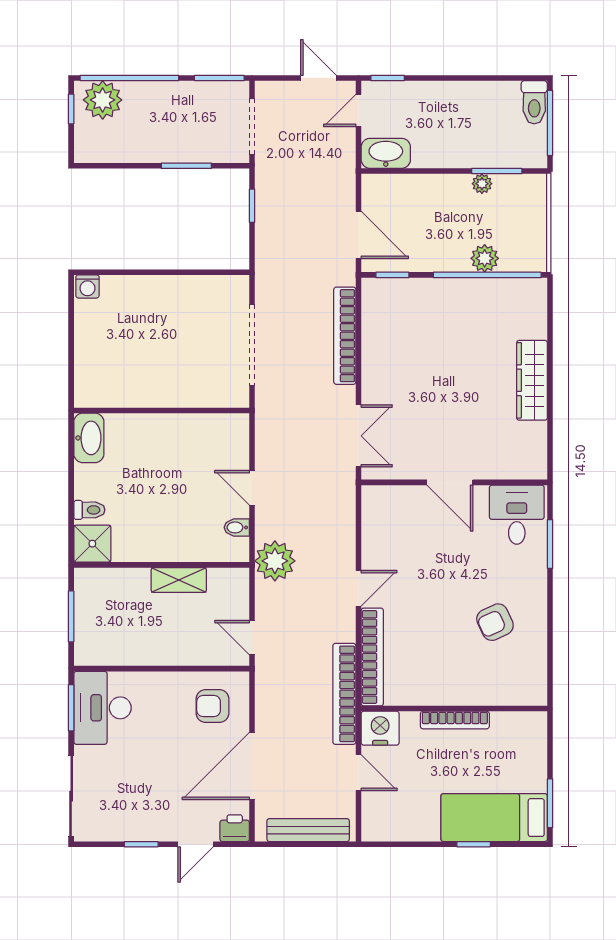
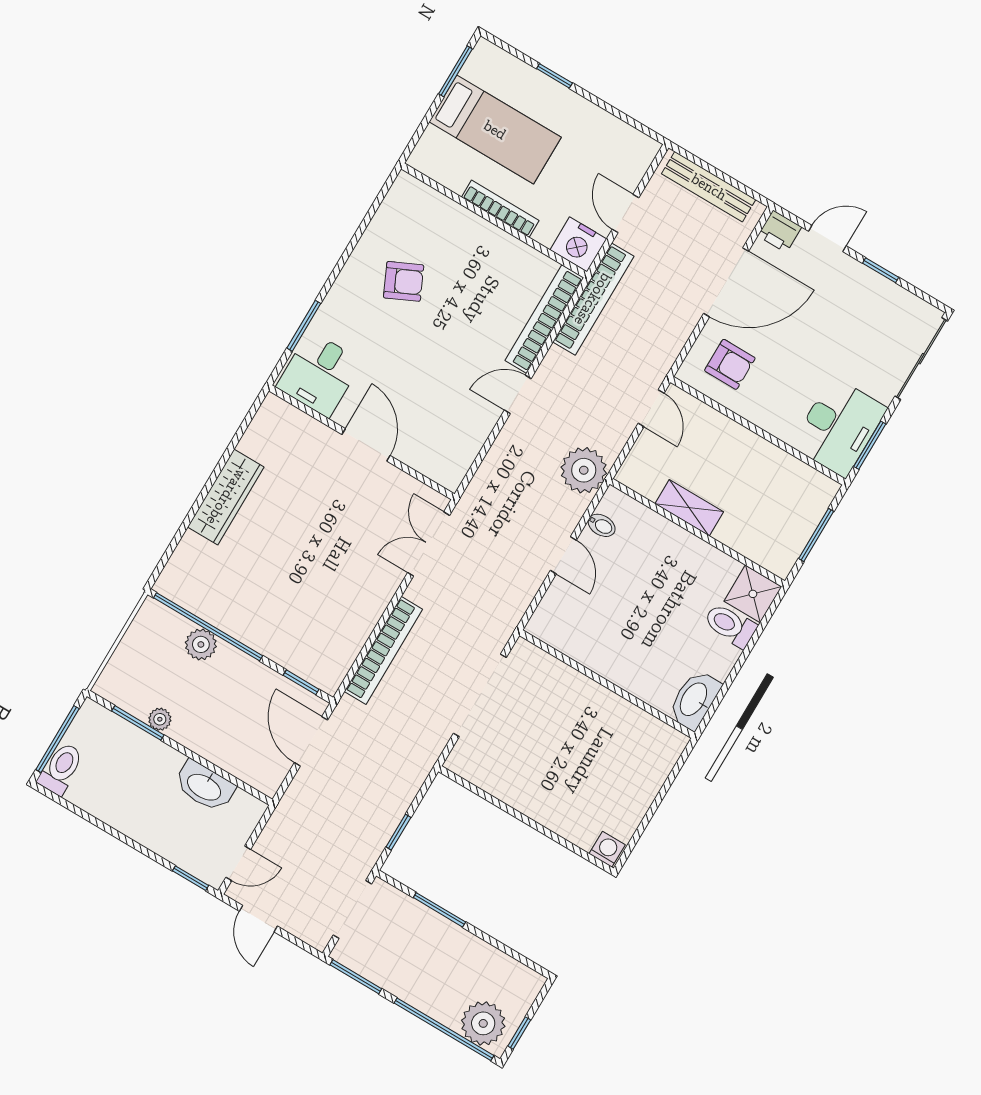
washbasin: (386, 153) -> (205, 786), moved
toilet: (89, 510) -> (730, 625), width x1.37, depth x1.39
bed: (494, 818) -> (495, 130), moved

